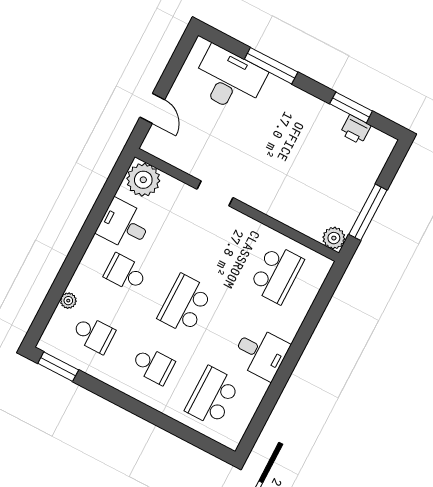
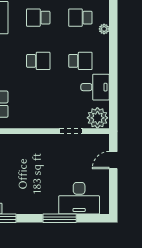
door: (152, 108) -> (113, 160), hinge flipped
doorway: (215, 193) -> (71, 131), moved
school desk: (185, 304) -> (38, 61), width x0.54

